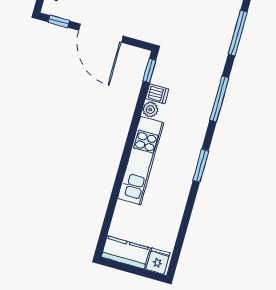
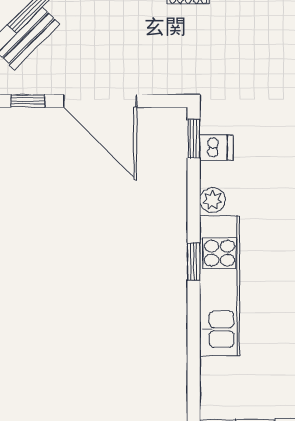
dishwasher: (157, 94) -> (216, 148), moved
window: (129, 142) -> (194, 262), added

